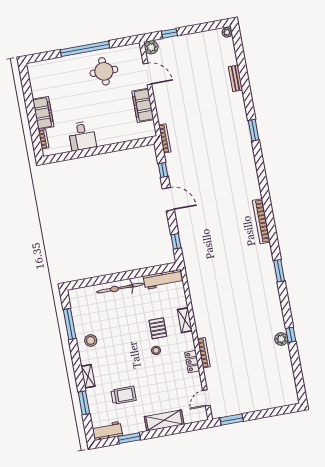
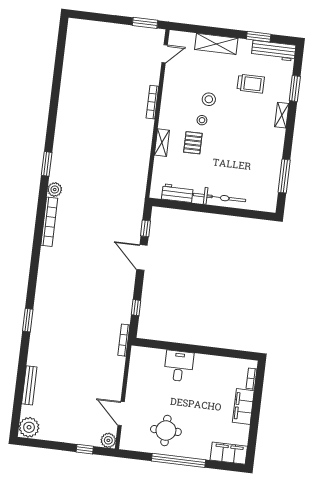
plant: (227, 32) -> (29, 427), width x1.88, depth x1.88
bench: (235, 78) -> (29, 385), width x1.36
filing cabinet: (143, 105) -> (229, 453), moved, turned -90
desk: (82, 136) -> (179, 366), moved
door: (168, 199) -> (142, 257), moved
workbench: (163, 279) -> (177, 193), width x0.73
window: (291, 335) -> (55, 93), removed
plant: (281, 339) -> (55, 190), moved
stool: (91, 340) -> (209, 99), moved
locker: (192, 362) -> (168, 97), removed
trolley: (124, 395) -> (251, 84), turned 180
workbench: (107, 431) -> (274, 51), width x1.38

